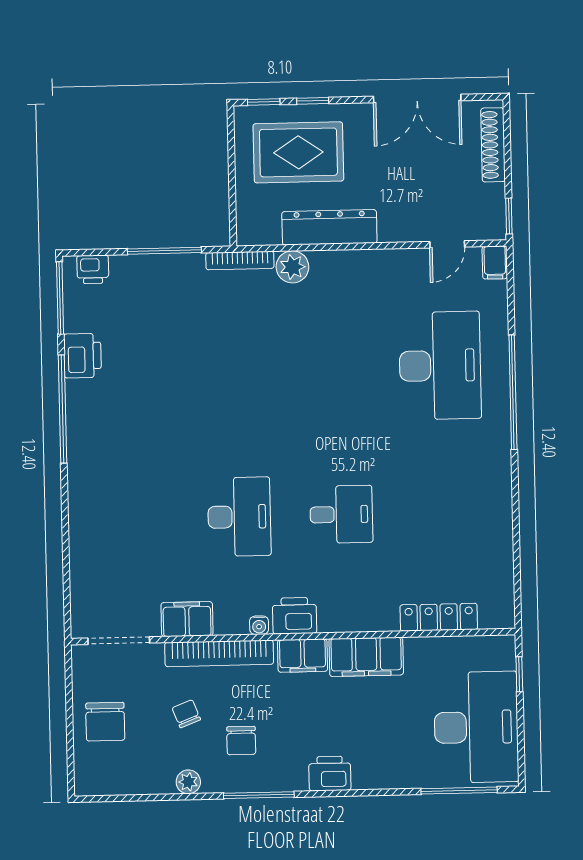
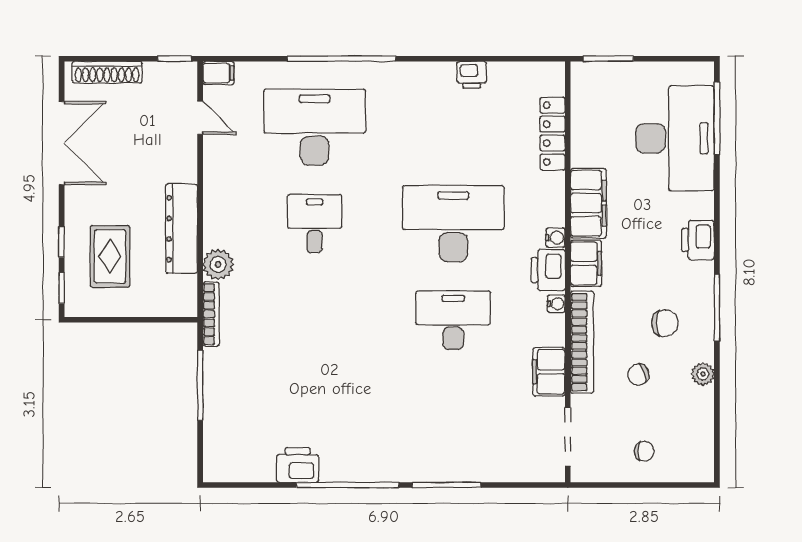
rug: (298, 152) -> (110, 256), width x0.73, depth x0.70
printer: (93, 269) -> (472, 75), moved, turned 90
window: (60, 298) -> (446, 485), moved
desk: (338, 368) -> (315, 224), added
desk: (341, 514) -> (453, 224), width x1.87, depth x1.30
water cooler: (329, 623) -> (555, 238), added
window: (519, 674) -> (608, 59), width x1.50
chair: (105, 722) -> (644, 451), width x0.54, depth x0.54
desk: (476, 727) -> (675, 138), moved, turned 90

